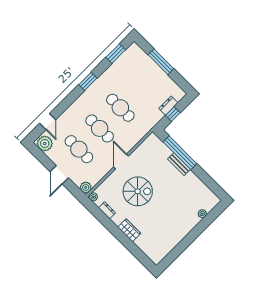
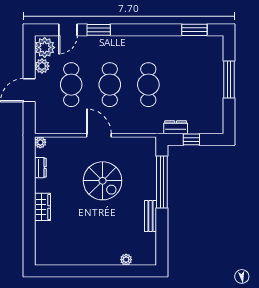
window: (88, 81) -> (99, 30), moved
dresser: (168, 106) -> (176, 127), moved
door: (121, 162) -> (99, 135), hinge flipped
bench: (179, 164) -> (150, 216), moved
plant: (86, 187) -> (42, 66), moved
spiral stairs: (138, 191) -> (103, 181), moved

